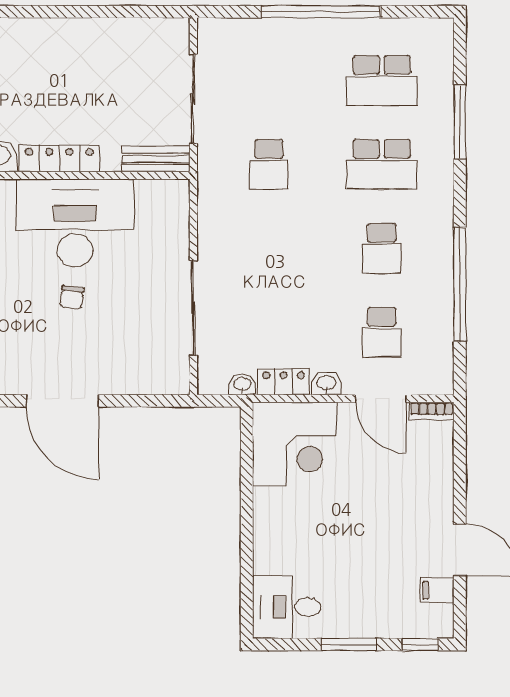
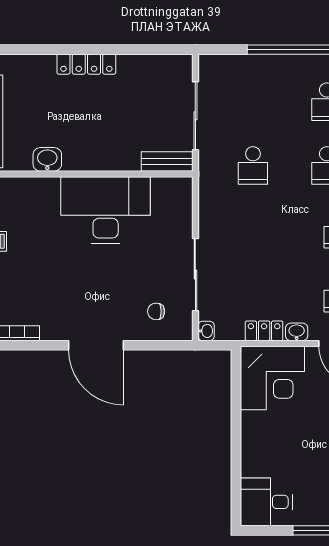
locker: (59, 159) -> (86, 64), moved, turned 180
chair: (72, 297) -> (156, 311), moved, turned 83
washbasin: (242, 384) -> (206, 331), moved, turned 90

